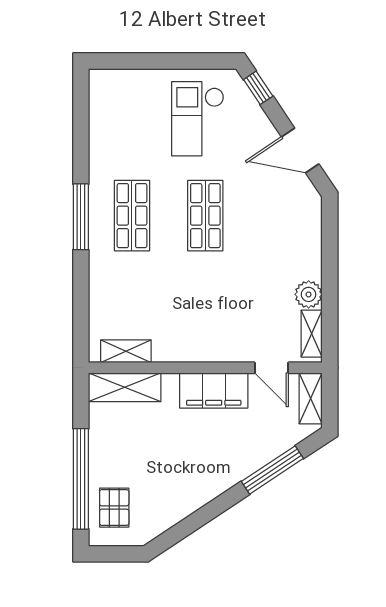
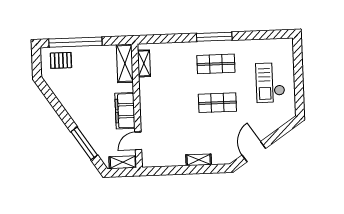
window: (258, 88) -> (286, 128), removed
checkout: (198, 119) -> (270, 83), moved, turned -90
plant: (309, 294) -> (178, 159), removed
shelving: (312, 334) -> (199, 160), moved

